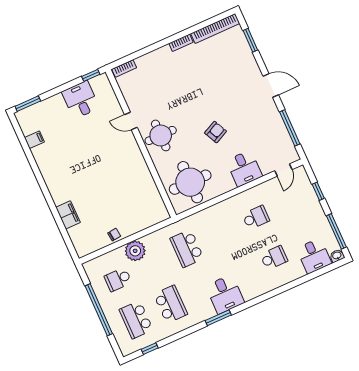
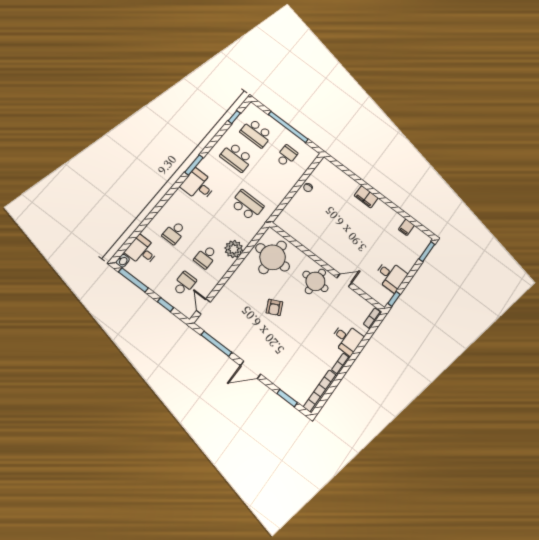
desk: (244, 168) -> (347, 339), moved, turned 180
school desk: (290, 202) -> (184, 284), added
filing cabinet: (68, 215) -> (366, 197), moved
plant: (135, 251) -> (234, 249), moved
school desk: (136, 320) -> (256, 133), turned 180

